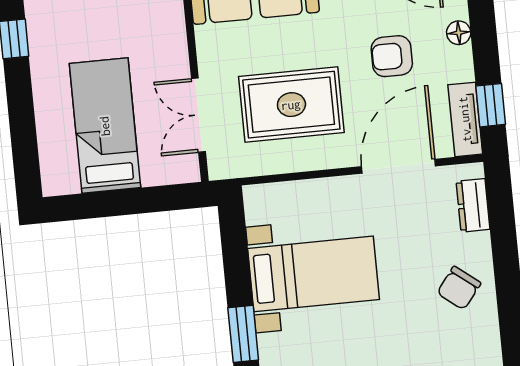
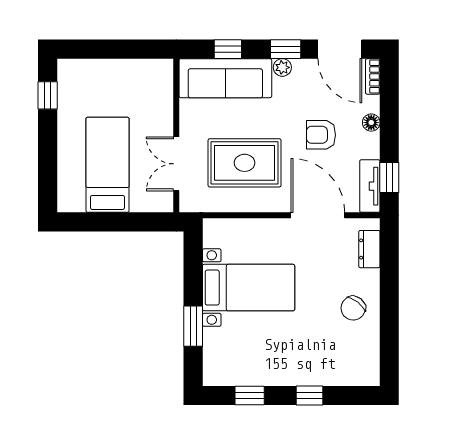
door: (398, 166) -> (318, 215), hinge flipped

